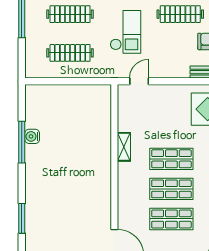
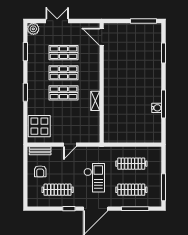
checkout: (125, 32) -> (94, 178), turned 180
door: (139, 81) -> (70, 145), moved

